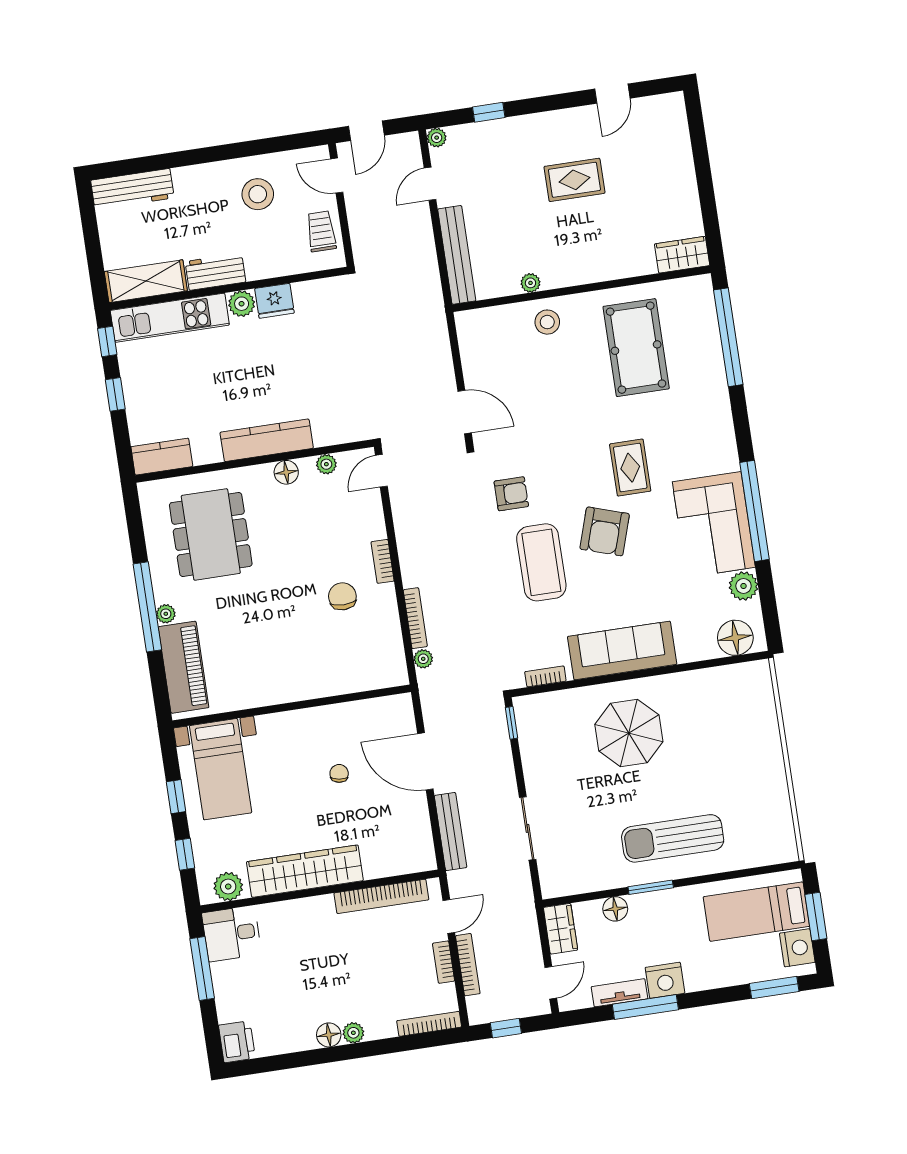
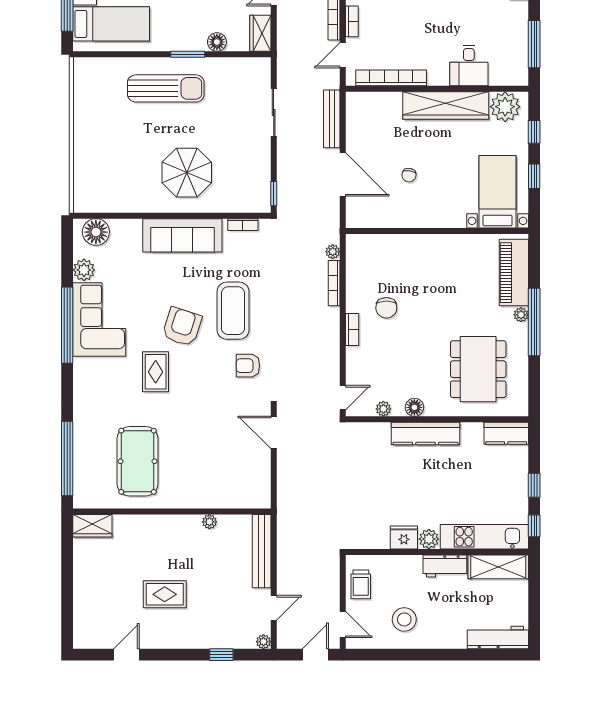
stool: (547, 322) -> (201, 491), removed
plant: (228, 887) -> (505, 107), width x1.36, depth x1.36
desk: (232, 934) -> (469, 66), moved, turned 90

